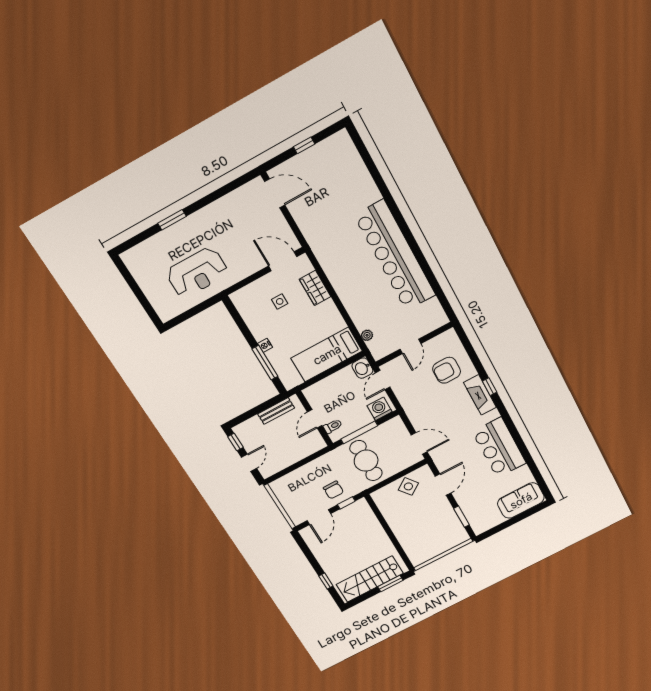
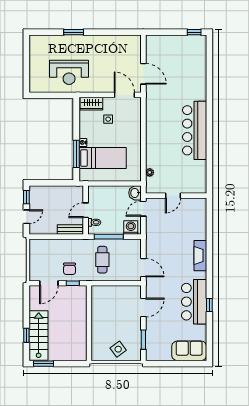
window: (304, 145) -> (194, 32), moved
door: (275, 193) -> (143, 74), moved
bar counter: (395, 256) -> (195, 130), width x0.73
wardrobe: (315, 288) -> (91, 104), moved, turned -90
bed: (327, 355) -> (103, 158), moved, turned 180
armchair: (447, 370) -> (187, 226), removed
window: (490, 387) -> (209, 305), moved
bench: (276, 411) -> (70, 230), moved
cafe table: (366, 461) -> (102, 260), width x0.73, depth x0.74
side table: (408, 486) -> (118, 349), moved
stairs: (370, 579) -> (39, 335), moved, turned 90
window: (390, 584) -> (44, 364), moved

